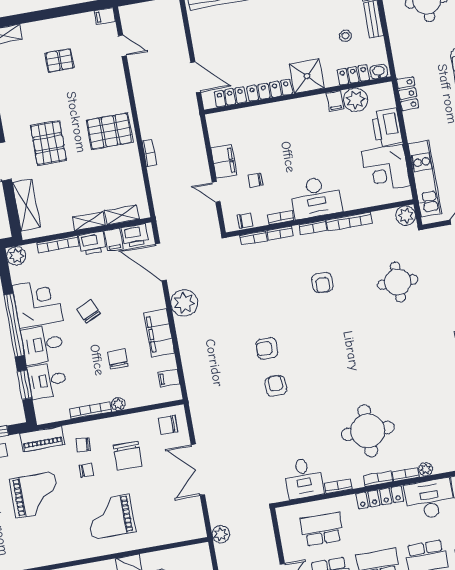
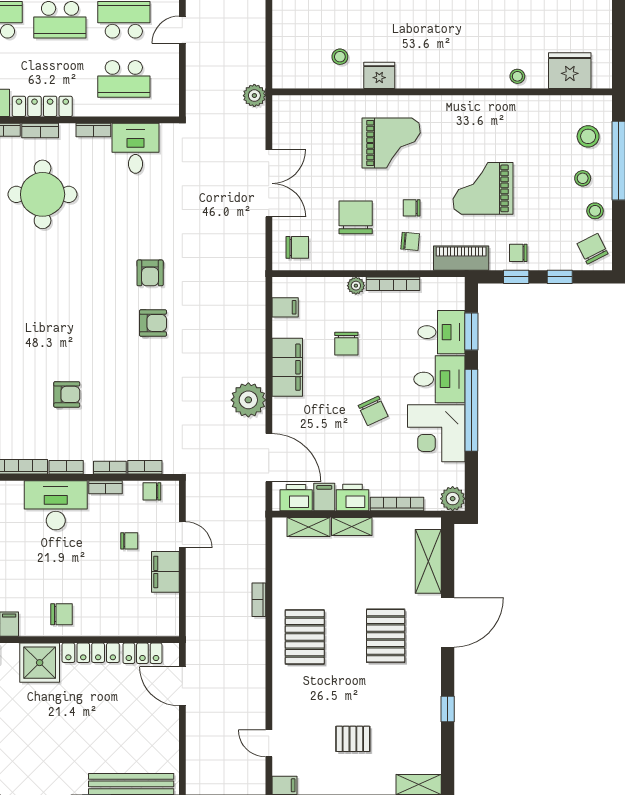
chair: (297, 116) -> (62, 614), added
pallet: (110, 131) -> (305, 637), turned 90
armchair: (322, 283) -> (67, 394), turned 88

